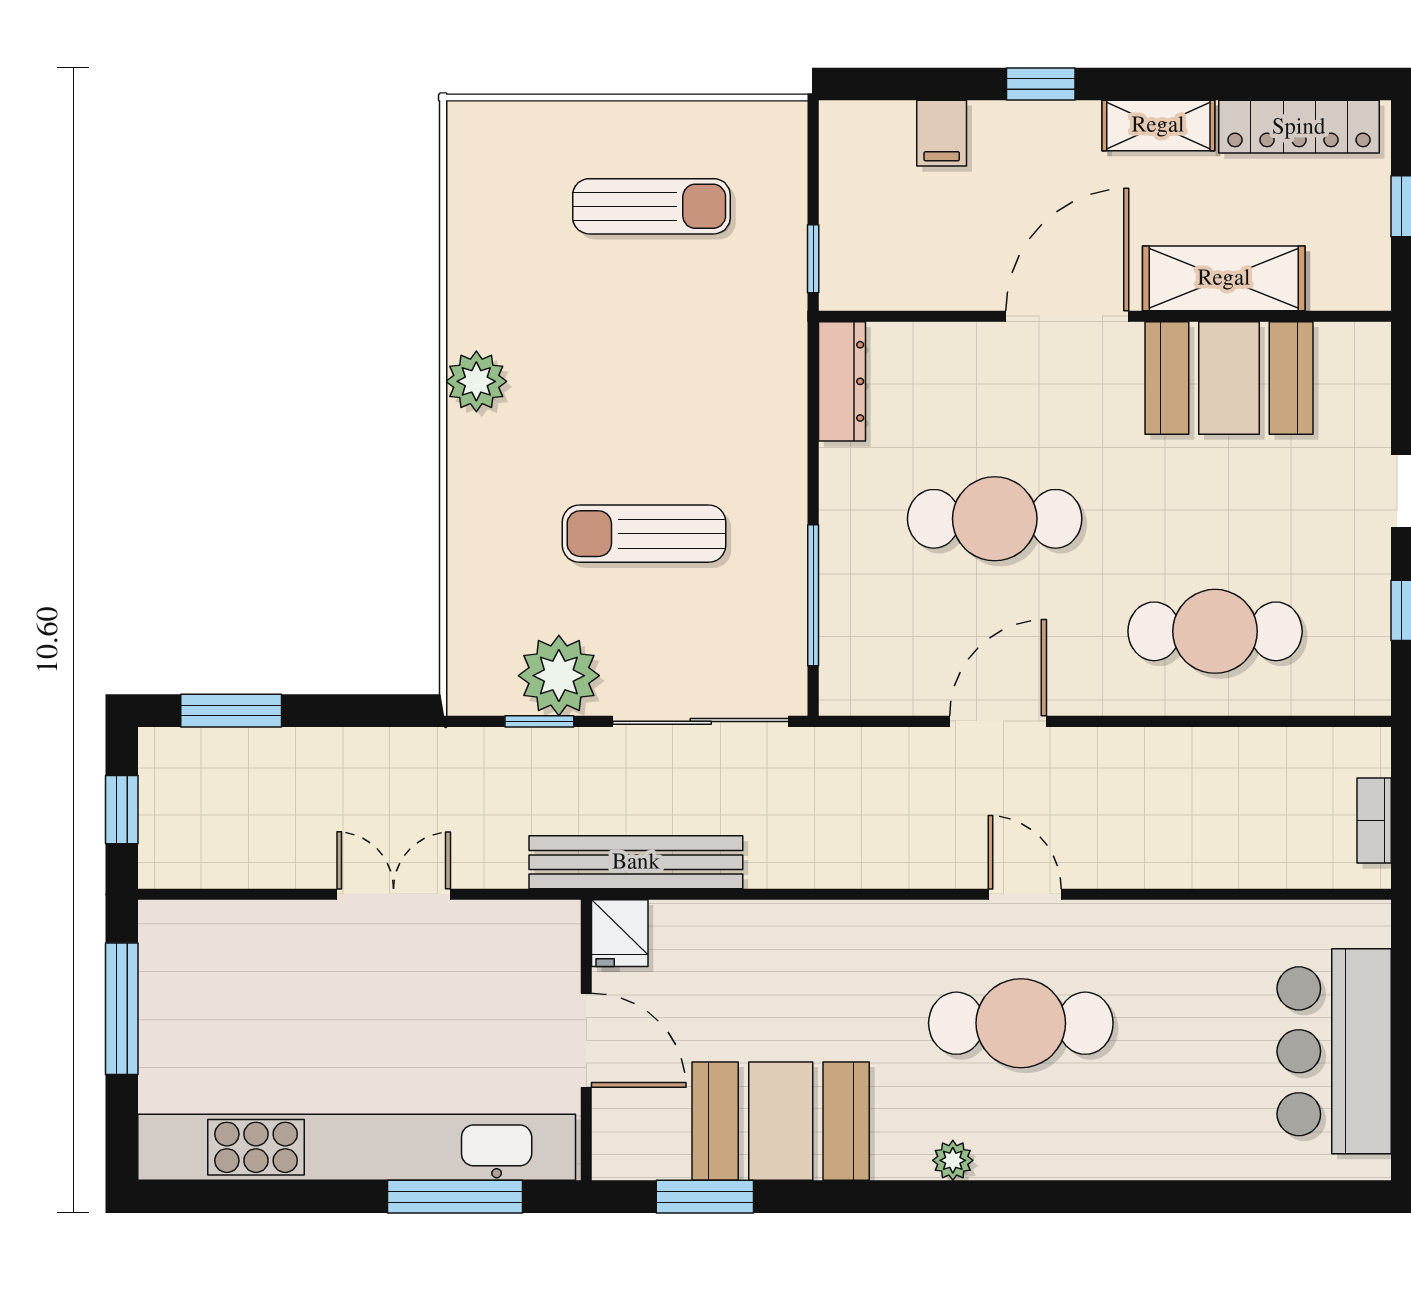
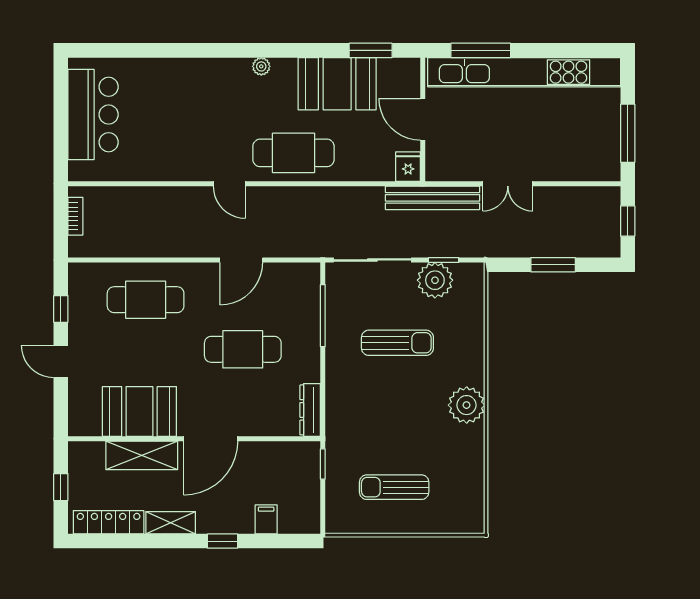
plant: (476, 381) -> (467, 405), width x1.36, depth x1.36
window: (231, 711) -> (553, 265), moved
bench: (636, 862) -> (433, 198), moved
cafe table: (1021, 1023) -> (293, 153), moved

